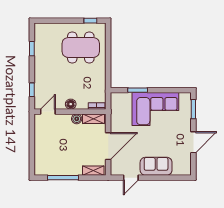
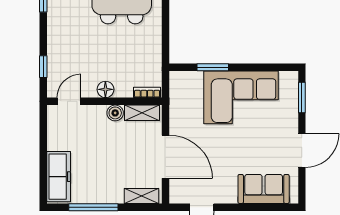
door: (108, 146) -> (165, 157), hinge flipped
freezer: (41, 159) -> (59, 177), added
sofa: (156, 166) -> (264, 189), moved

